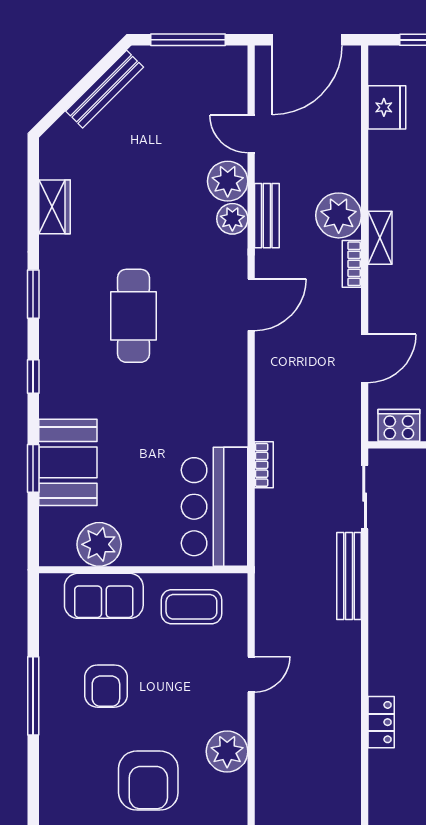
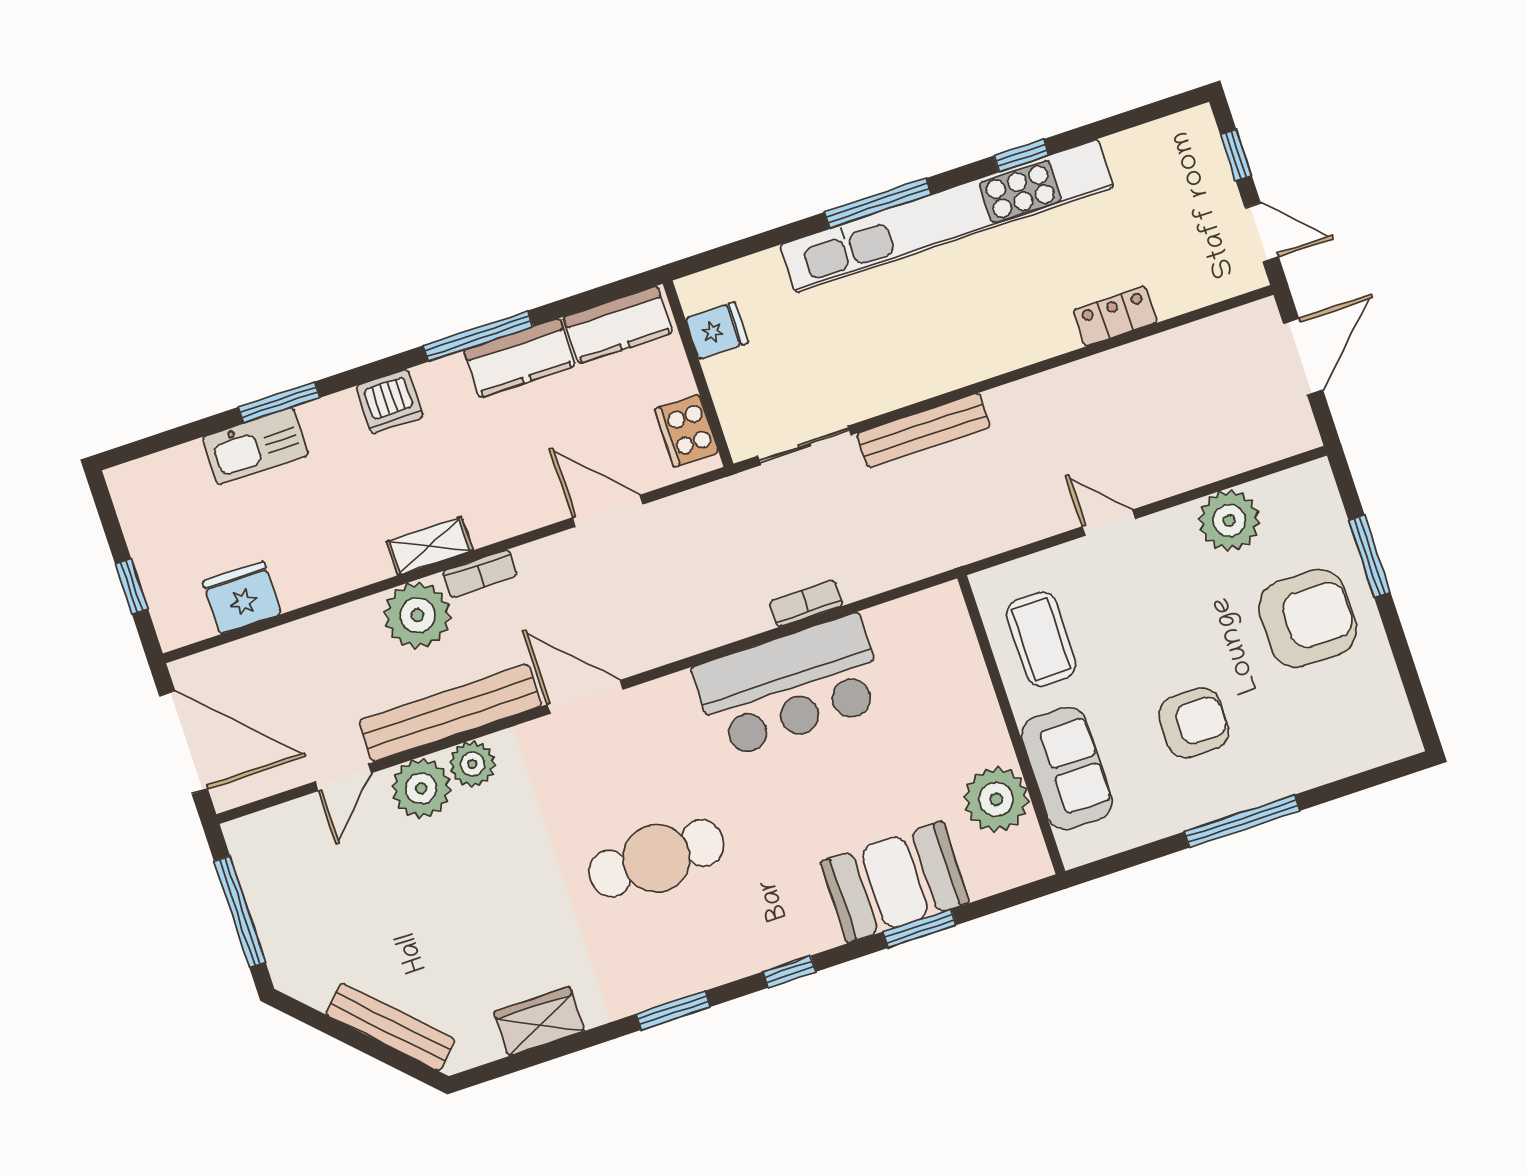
bench: (105, 89) -> (390, 1027), moved
bench: (267, 216) -> (450, 713), width x1.86, depth x1.21
bar counter: (215, 507) -> (790, 686), moved

